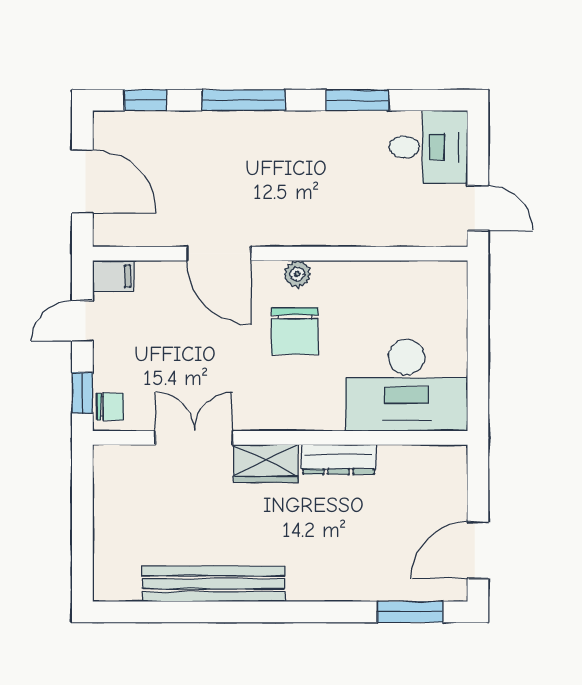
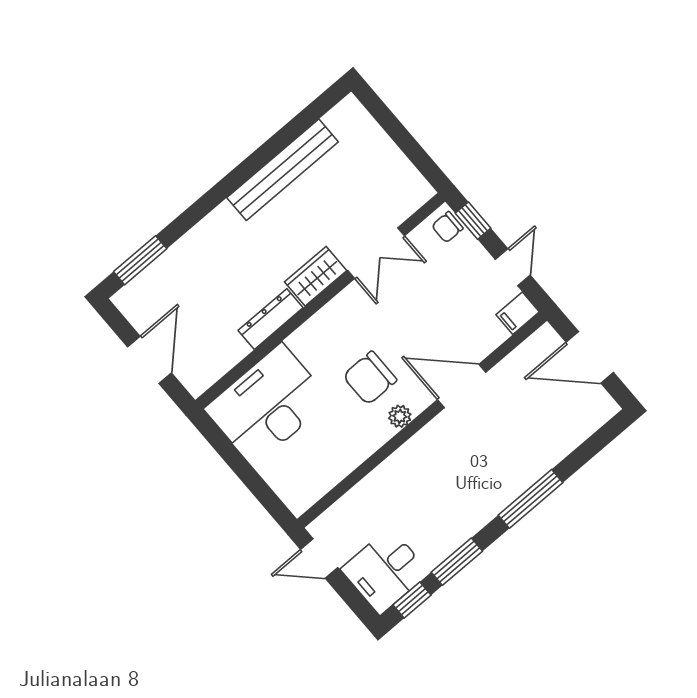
window: (145, 100) -> (412, 600), moved
chair: (295, 331) -> (370, 378), turned -90
door: (478, 550) -> (150, 360), moved

